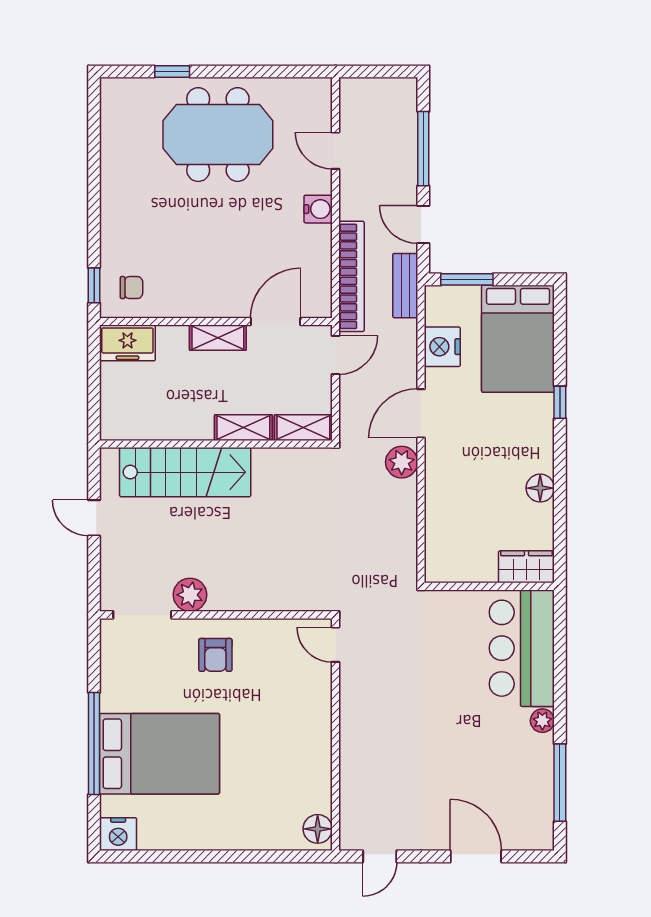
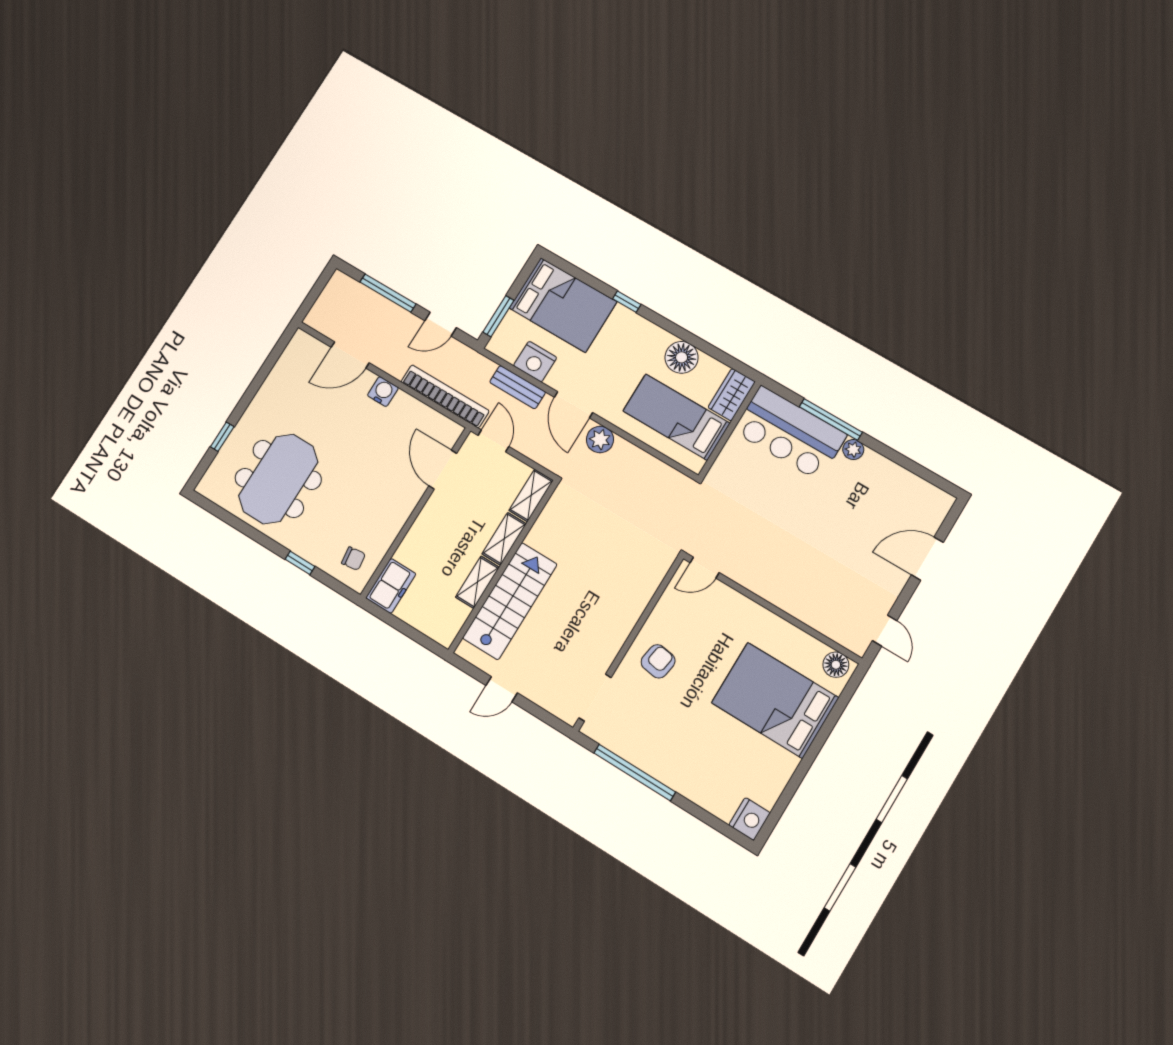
meeting table: (218, 135) -> (278, 479), moved
door: (336, 151) -> (350, 355), width x1.38
window: (94, 285) -> (300, 563), moved
bench: (405, 286) -> (518, 387), moved
chair: (131, 288) -> (354, 559), turned 82
shelving: (218, 338) -> (477, 582), moved
floor lamp: (540, 488) -> (682, 357), width x1.38, depth x1.38
bed: (470, 525) -> (676, 417), added
plant: (190, 595) -> (602, 653), removed
armchair: (215, 655) -> (658, 661), turned -81
window: (94, 743) -> (635, 773), moved
bed: (160, 754) -> (775, 700), moved, turned -90
window: (560, 783) -> (831, 419), moved

